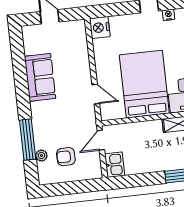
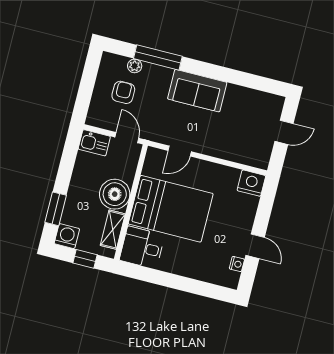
sofa: (40, 77) -> (197, 91), moved
boiler: (149, 133) -> (115, 194), added

